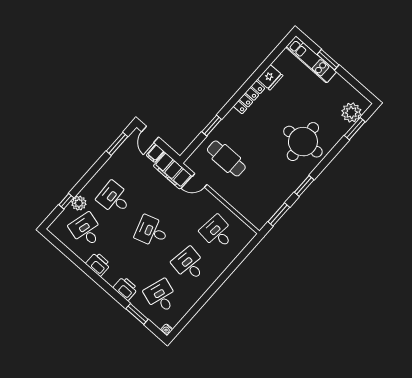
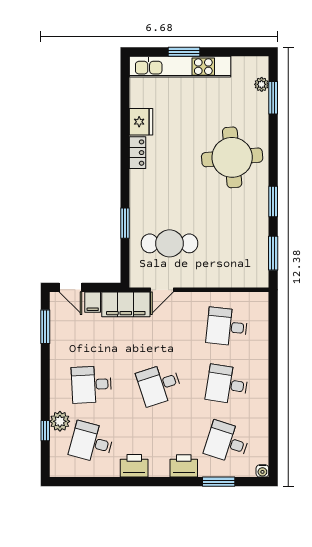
kitchen unit: (311, 59) -> (180, 67), width x1.36
locker: (249, 97) -> (138, 153), width x0.66
plant: (351, 113) -> (262, 84), width x0.53, depth x0.53

